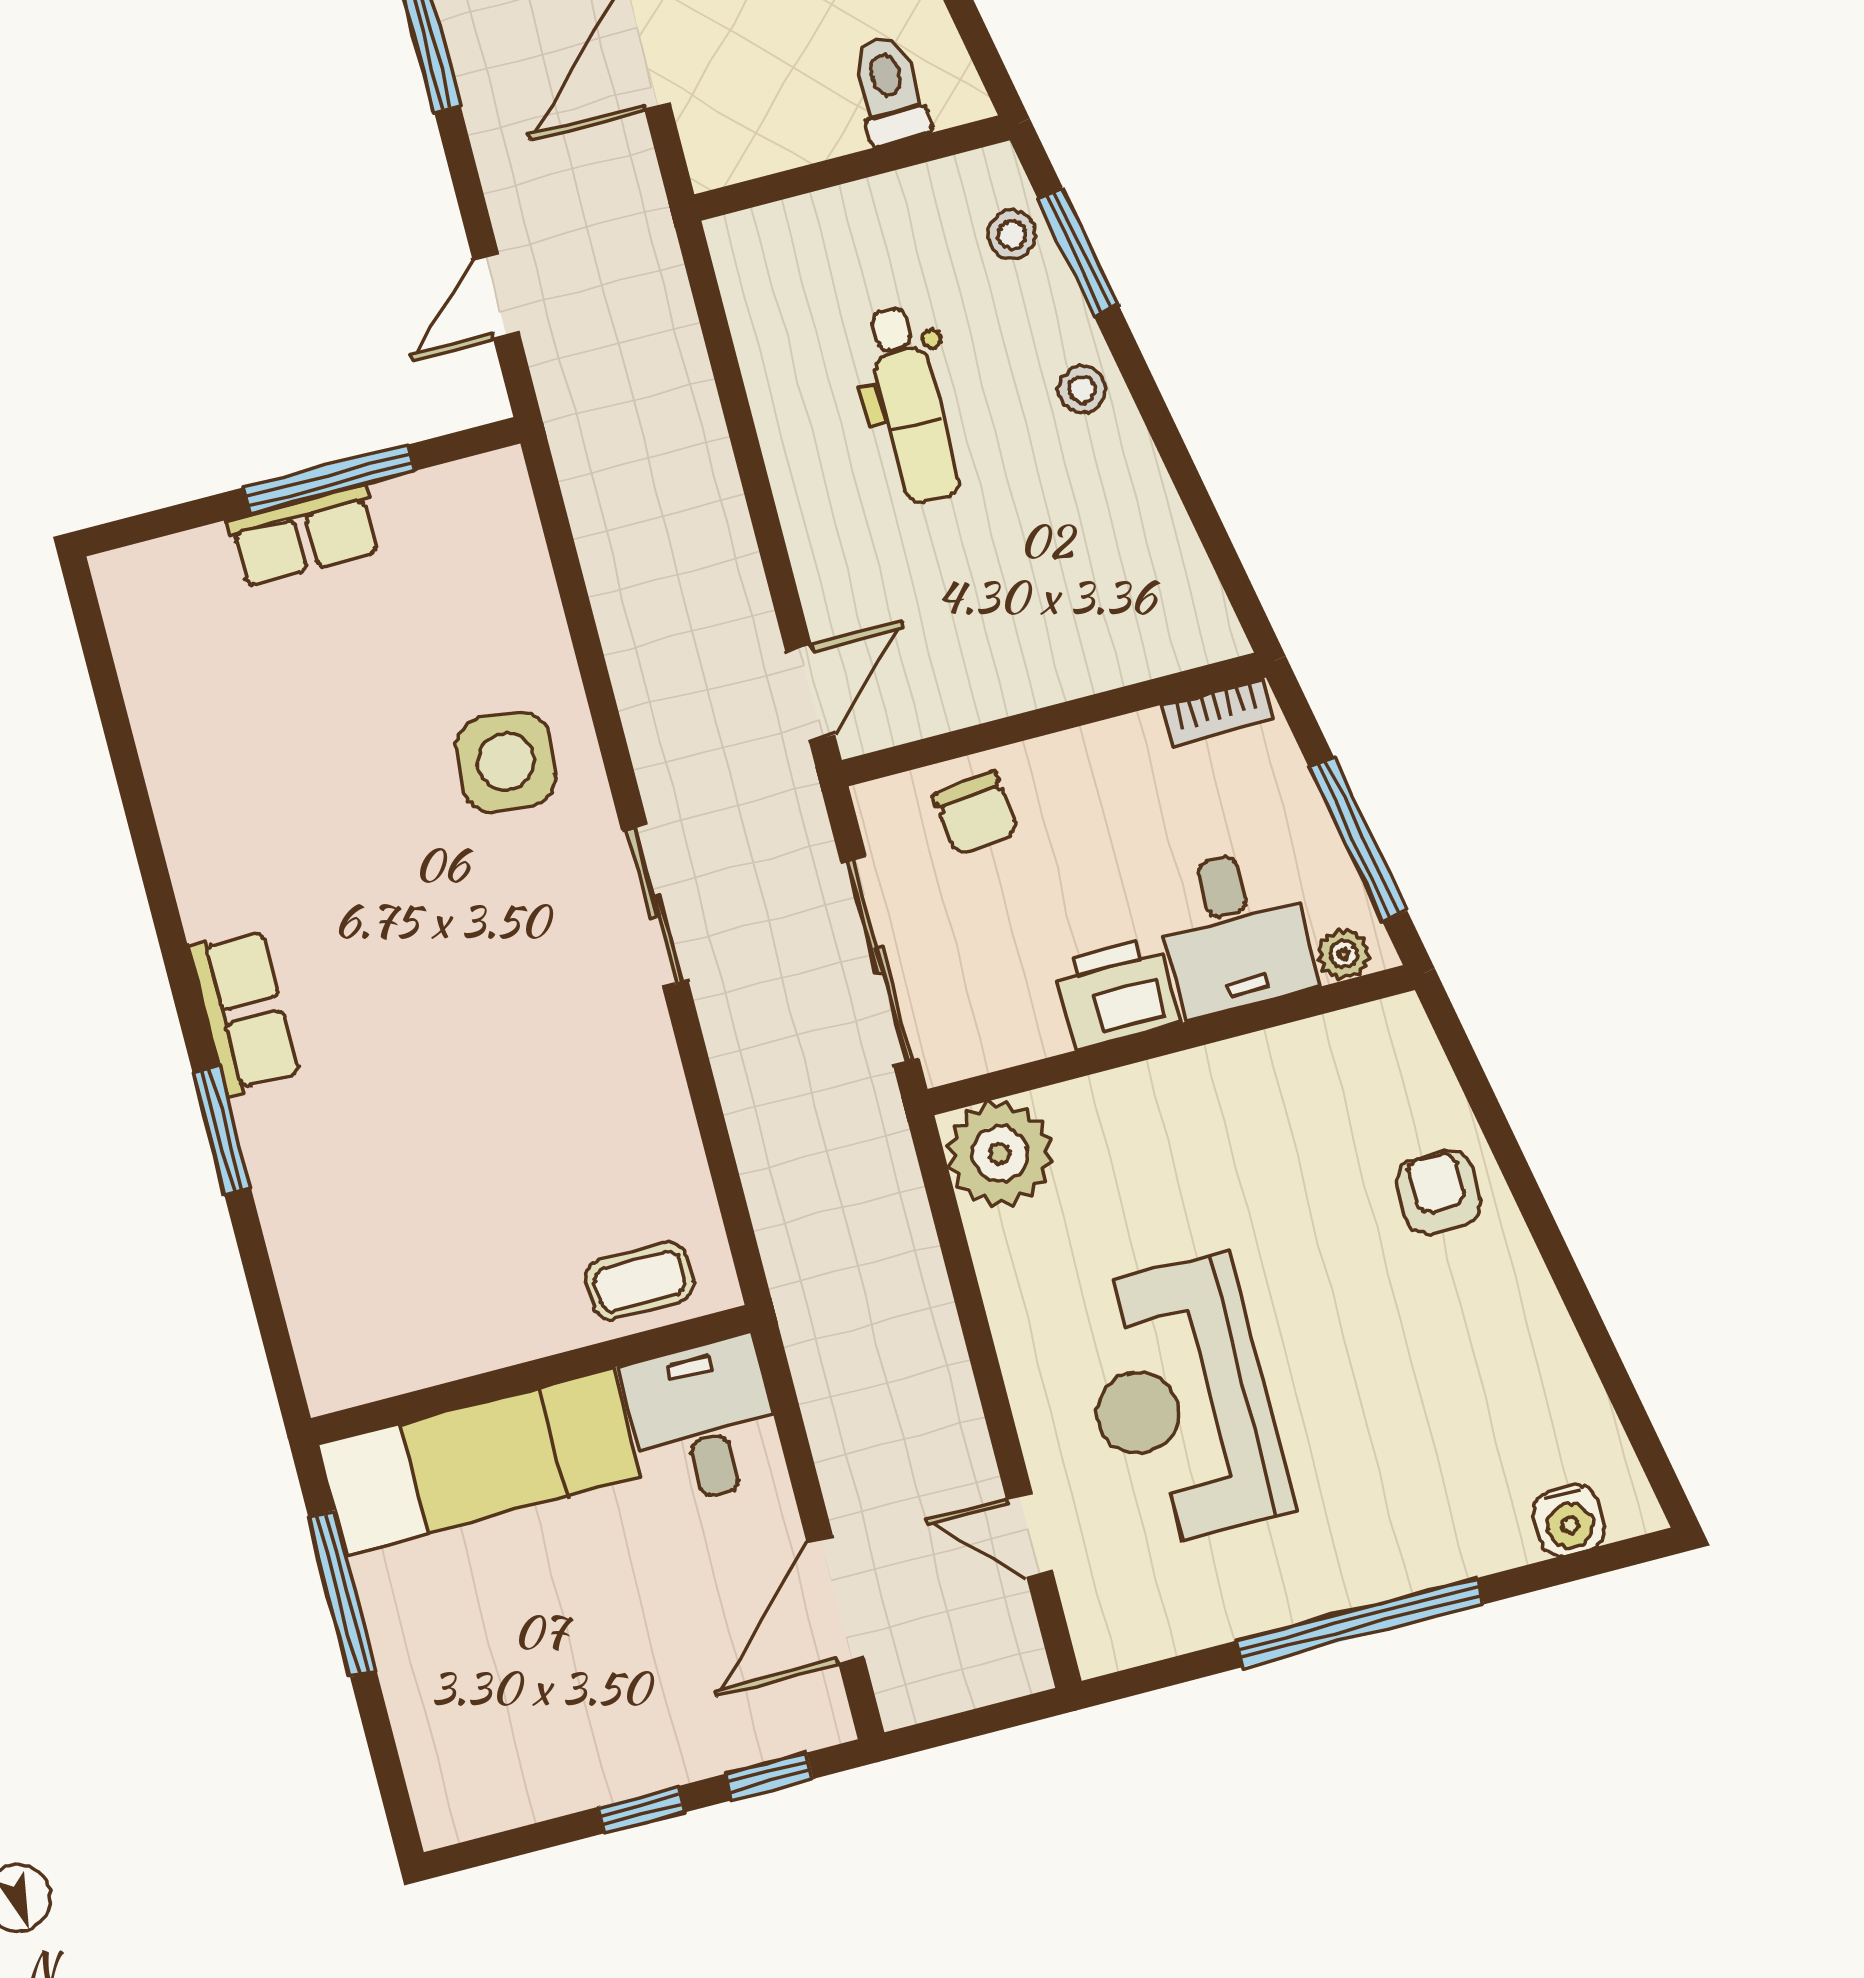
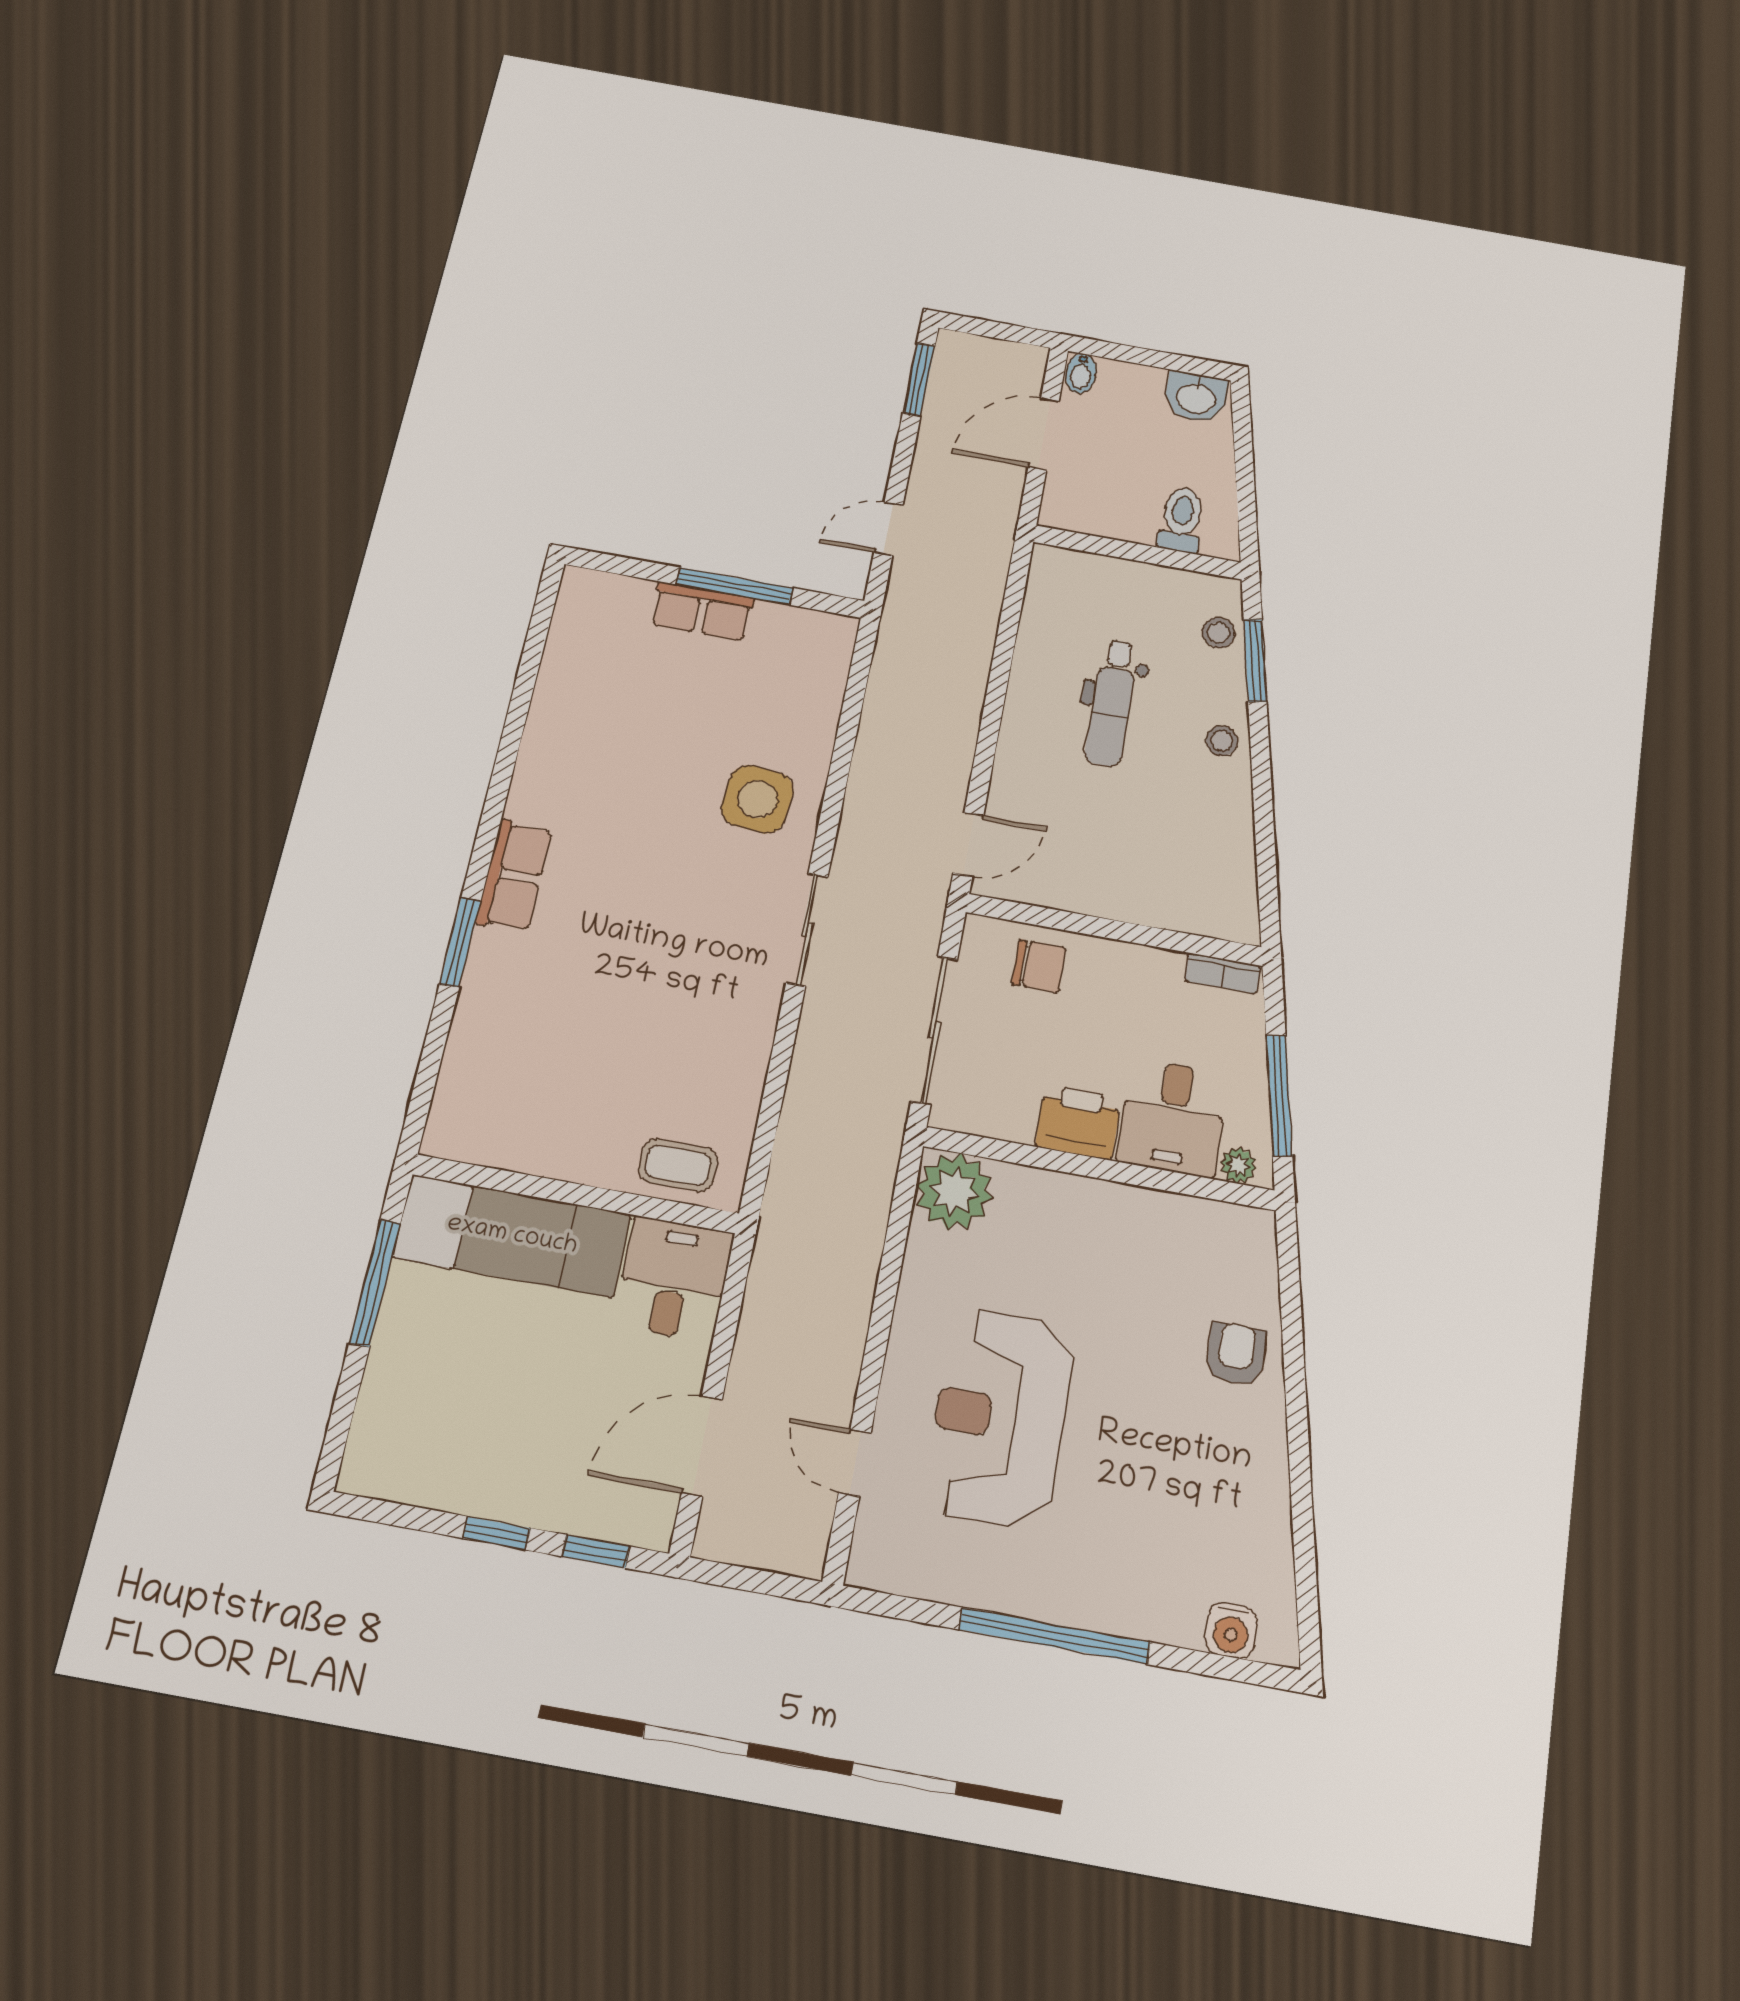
chair: (976, 814) -> (1039, 966), turned -83

